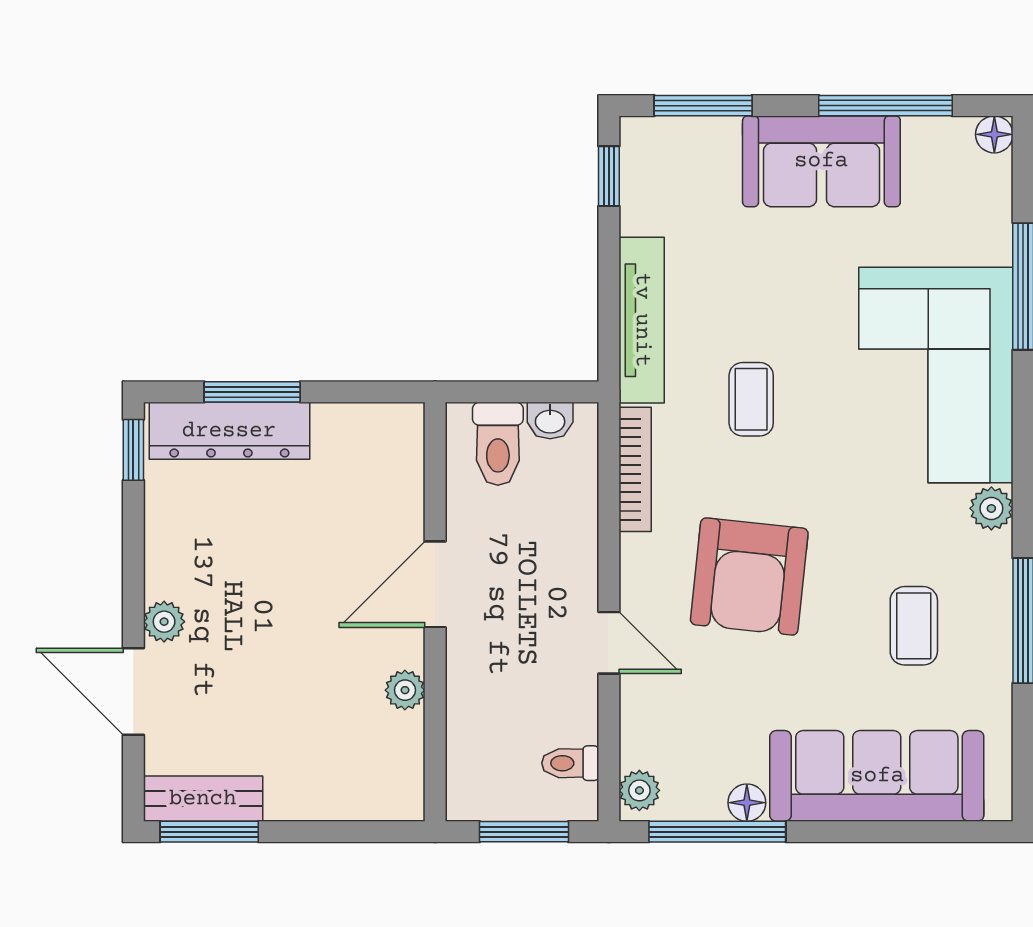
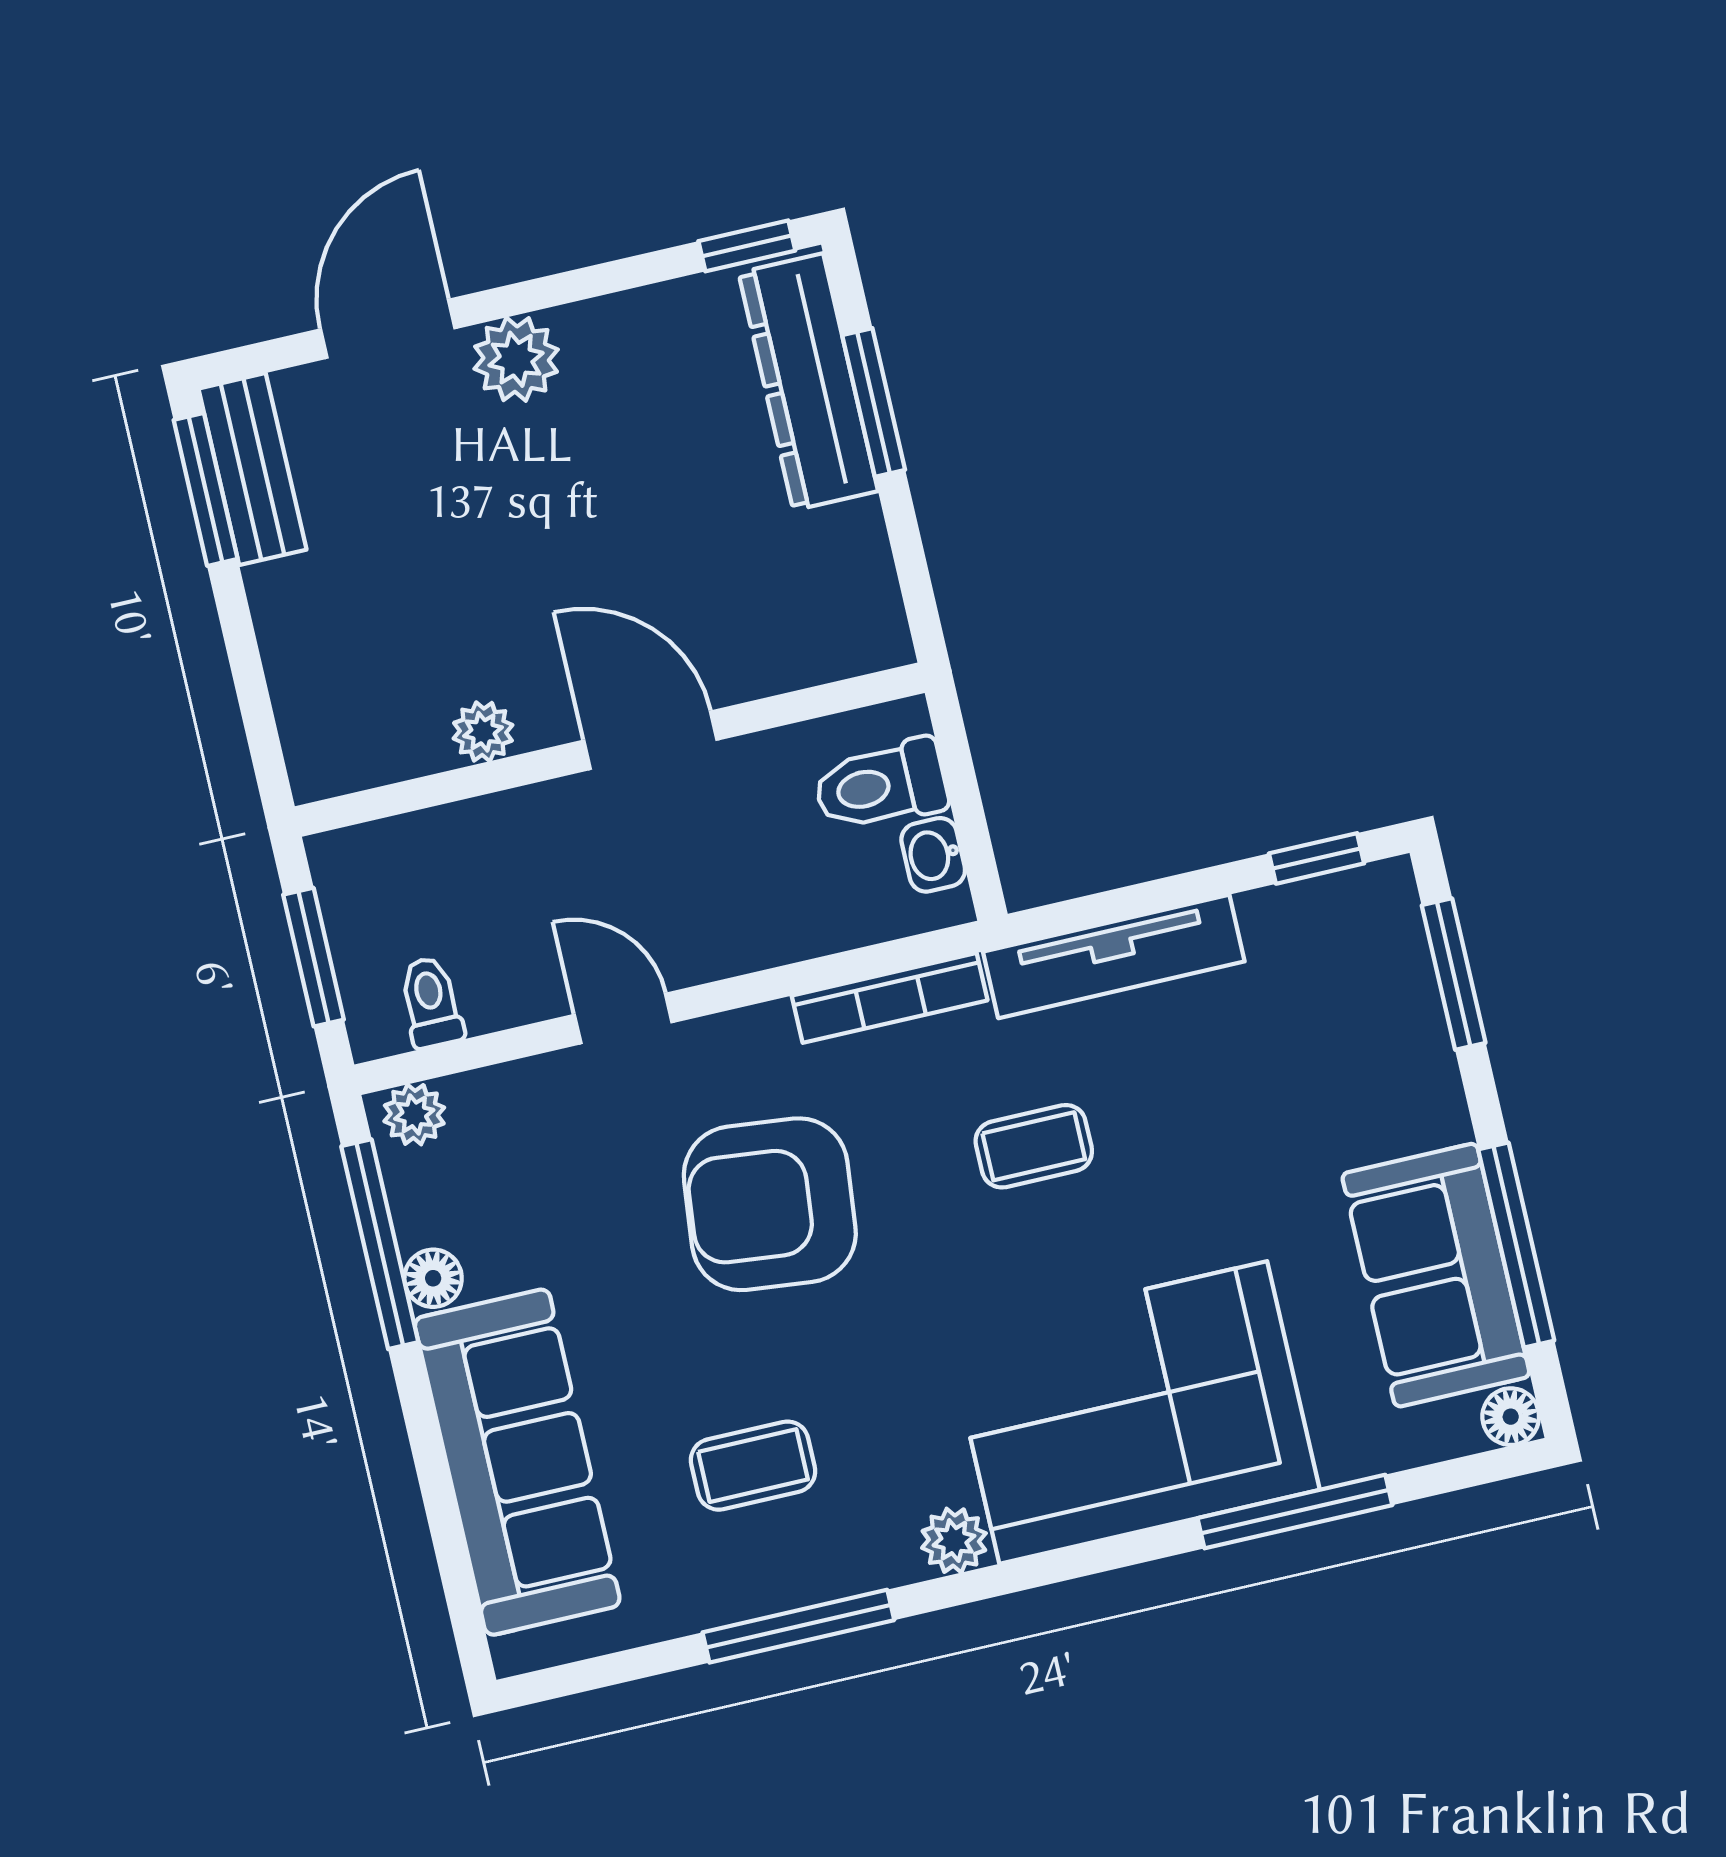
sofa: (821, 161) -> (1436, 1275), moved
plant: (164, 622) -> (516, 359), width x1.38, depth x1.38
door: (609, 643) -> (623, 1019), swing flipped

